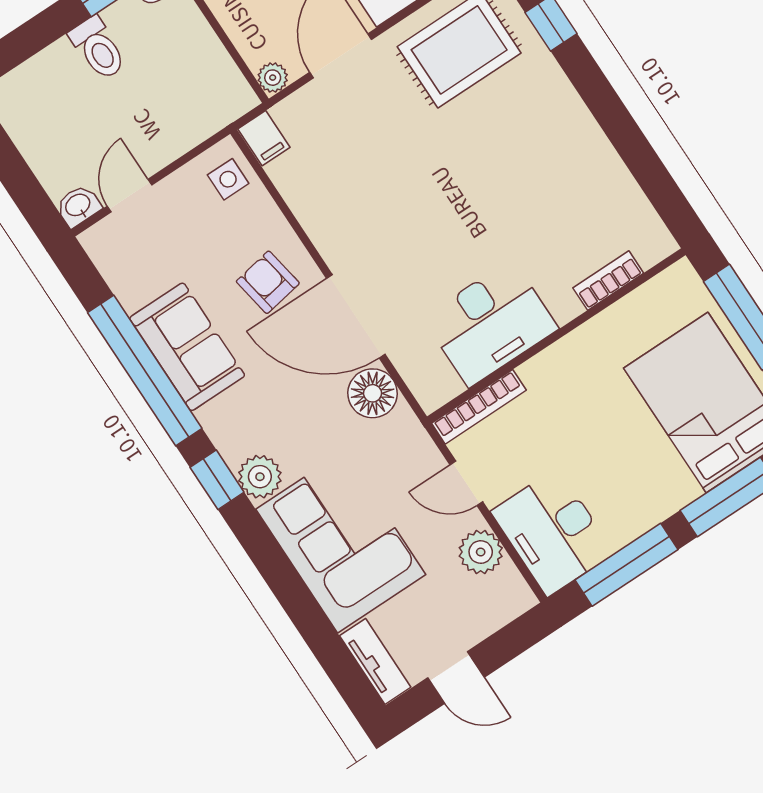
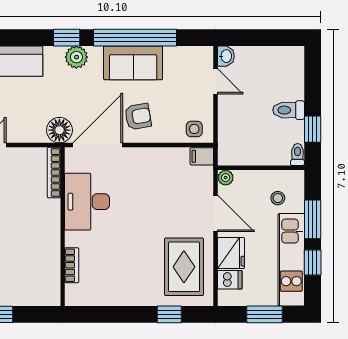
bookcase: (608, 280) -> (72, 265), moved
desk: (490, 323) -> (87, 202), moved
wall: (556, 336) -> (63, 227), moved
bookcase: (479, 407) -> (54, 173), moved
plant: (260, 477) -> (76, 57), moved

